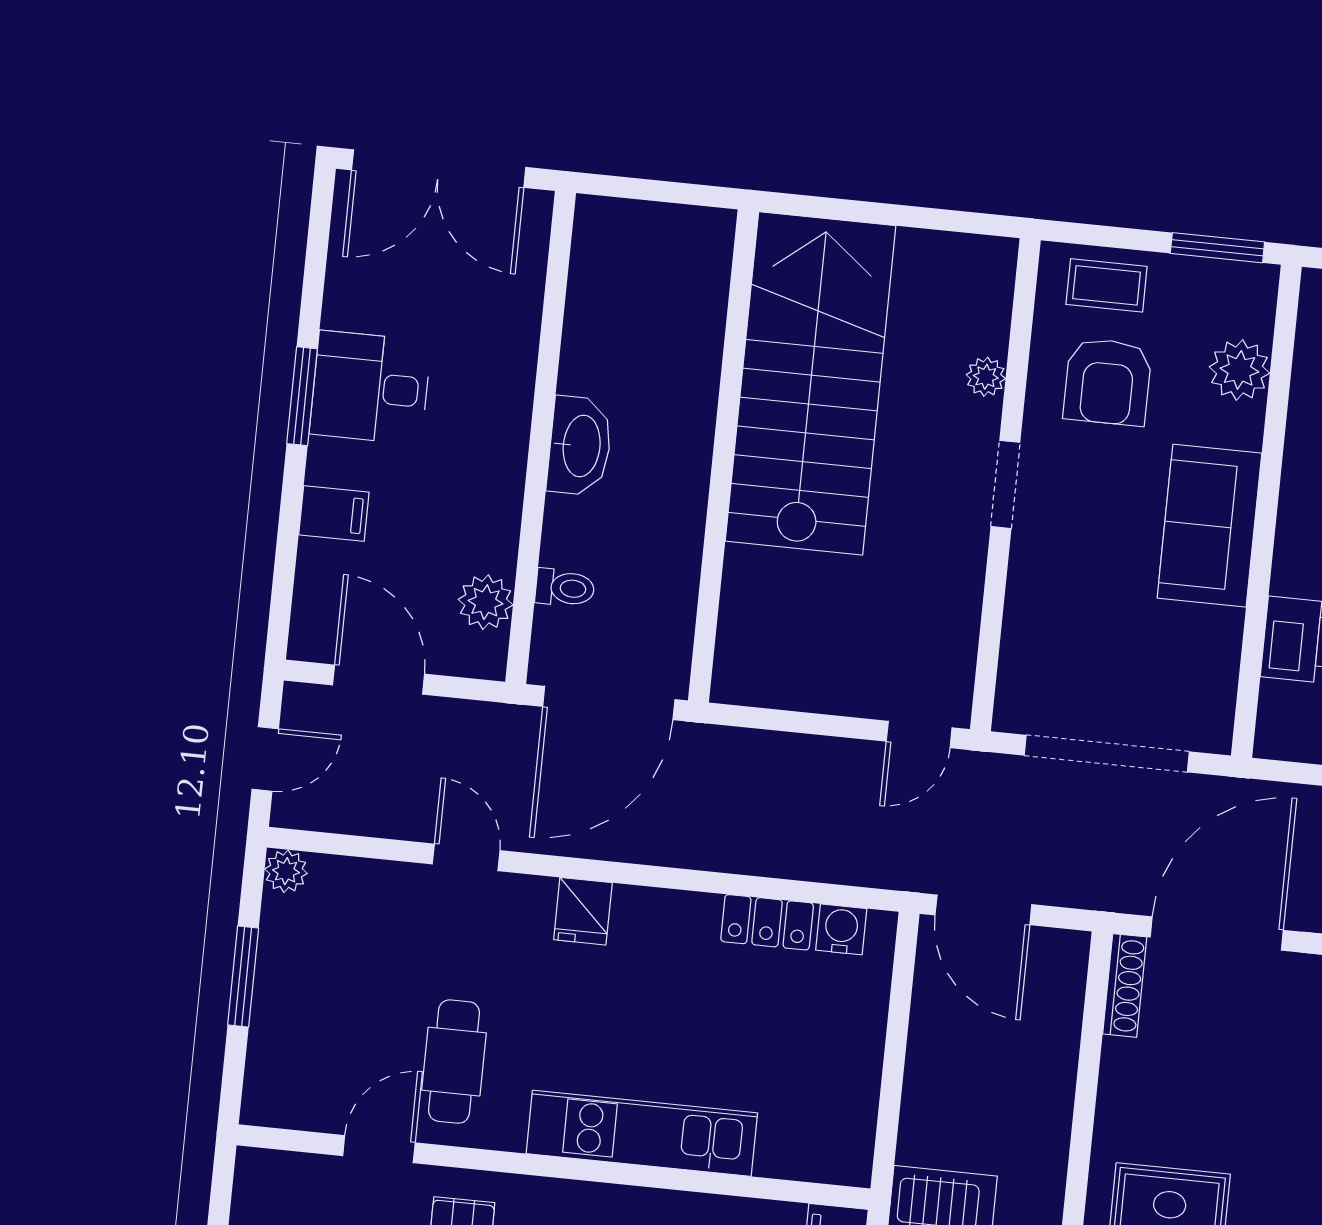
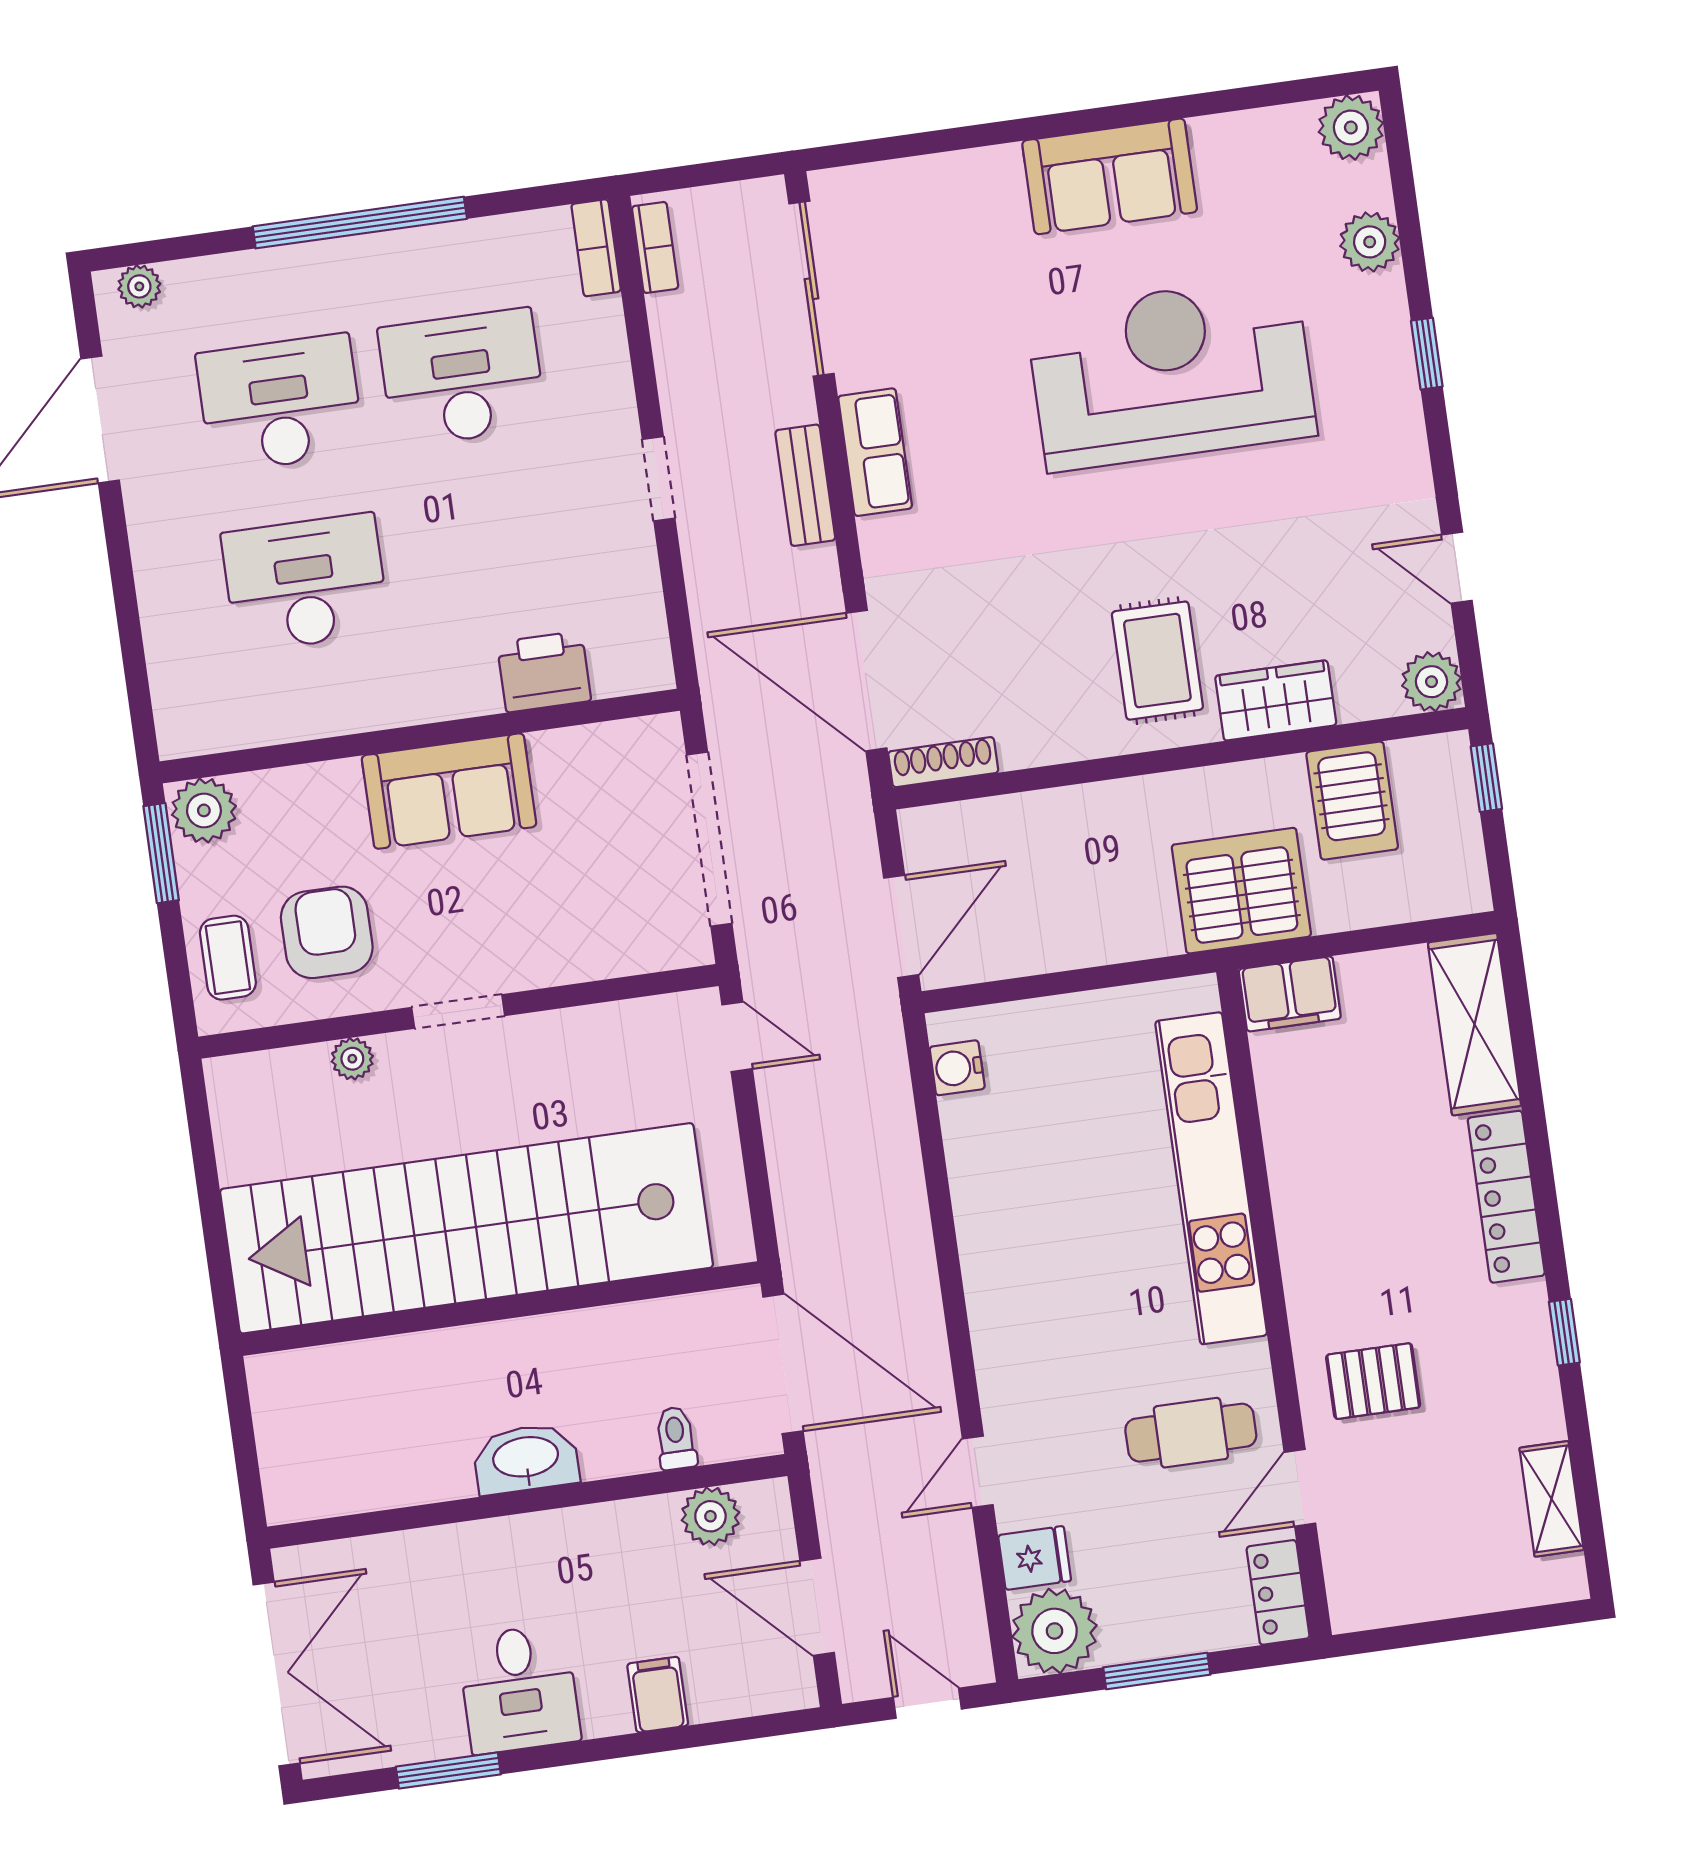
plant: (1239, 370) -> (204, 810), moved
armchair: (1107, 382) -> (327, 932), turned -90
stairs: (811, 383) -> (466, 1228), width x1.36
window: (302, 396) -> (448, 1771), moved
door: (379, 680) -> (817, 1607), hinge flipped
plant: (286, 871) -> (1054, 1631), width x1.87, depth x1.87
fridge: (583, 911) -> (1035, 1558), moved
locker: (767, 922) -> (1278, 1592), moved, turned 180
kitchen unit: (642, 1133) -> (1211, 1178), width x1.36
door: (379, 1149) -> (1300, 1488), hinge flipped

